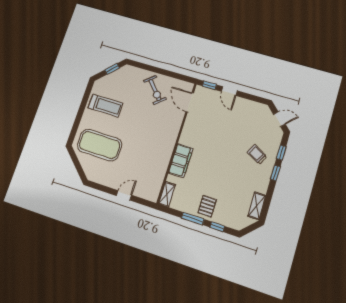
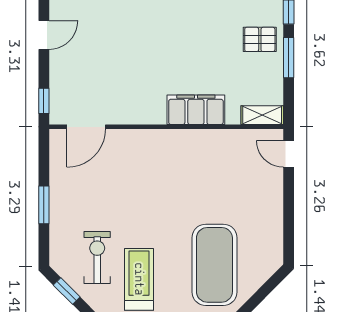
window: (157, 70) -> (44, 205), added
exercise bike: (155, 90) -> (97, 258), moved, turned -49
door: (229, 91) -> (44, 35), moved
door: (124, 195) -> (289, 154), moved

